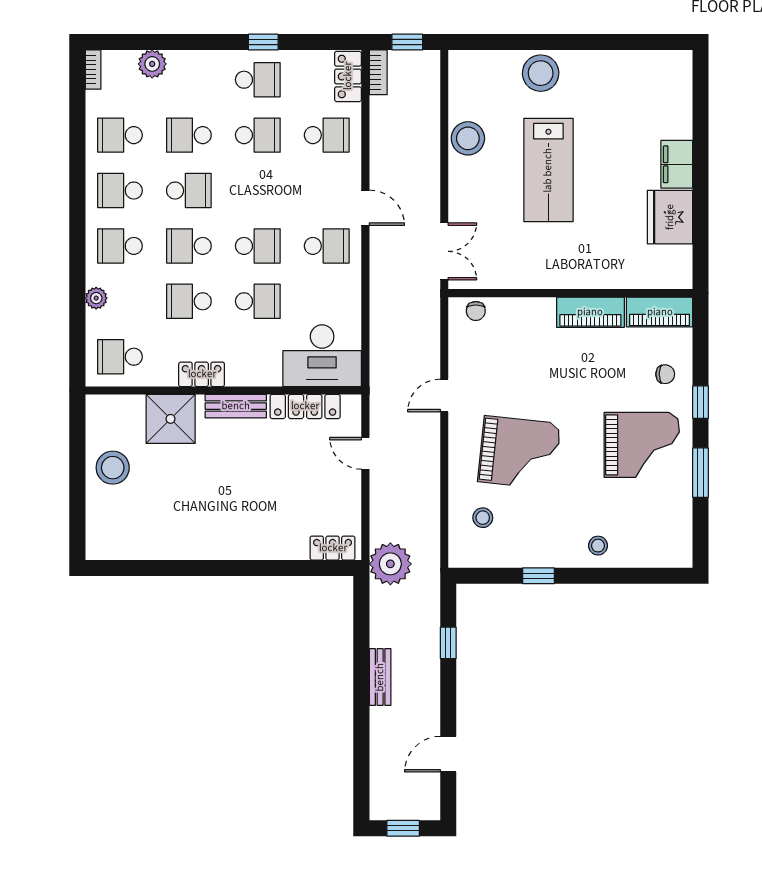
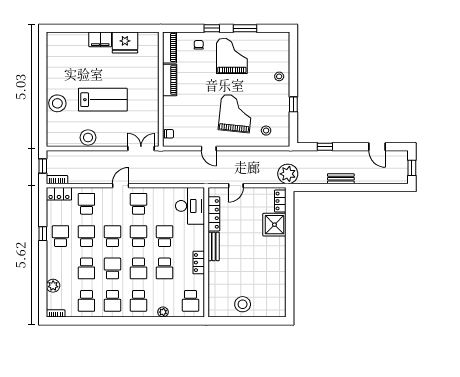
school desk: (258, 191) -> (112, 236), added
shower: (171, 419) -> (274, 225), moved

